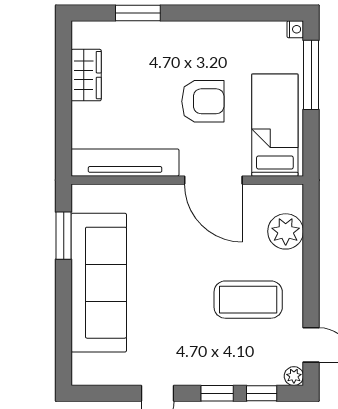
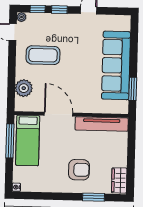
wardrobe: (86, 75) -> (119, 180), moved
window: (311, 75) -> (10, 141), moved
armchair: (203, 101) -> (79, 170), moved, turned 180

